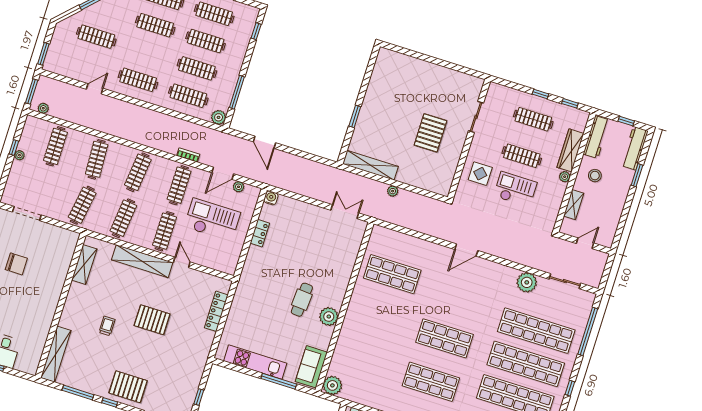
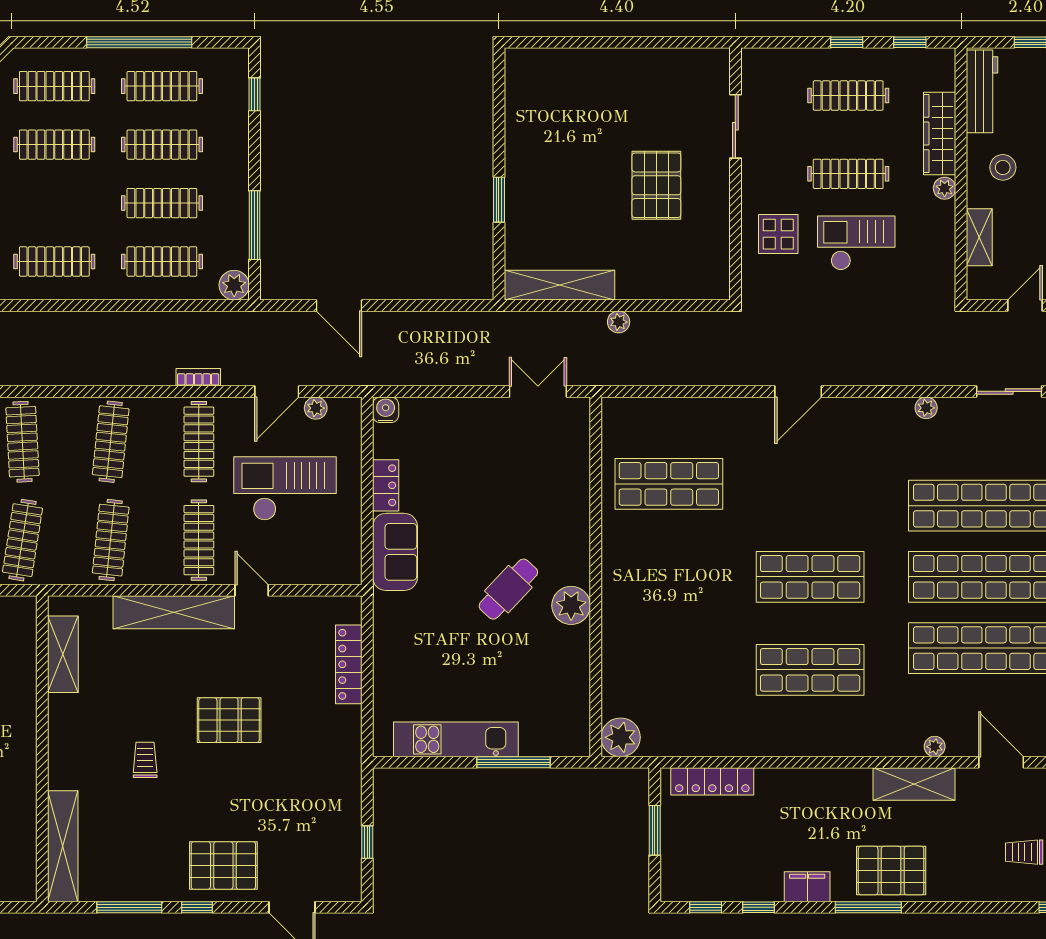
plant: (527, 282) -> (926, 408), width x0.53, depth x0.53
cafe table: (302, 300) -> (508, 589), turned 39
sofa: (311, 367) -> (395, 552), moved, turned 180

